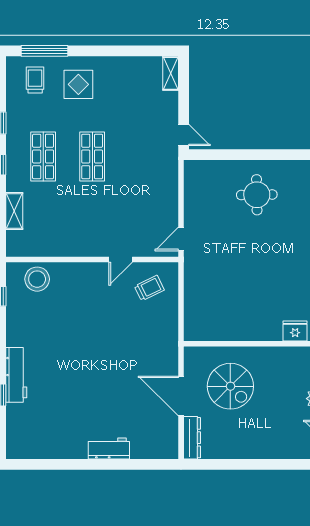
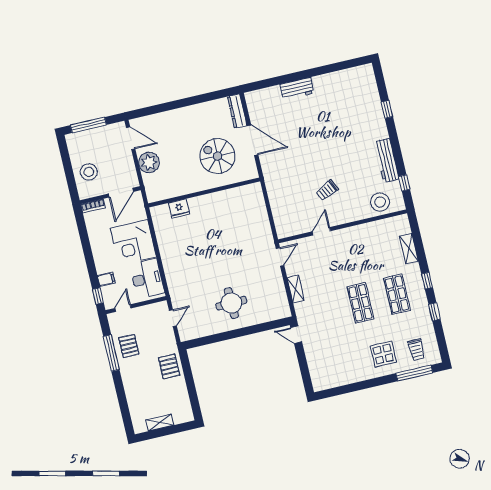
shelving: (171, 73) -> (296, 289), moved
trolley: (149, 288) -> (327, 190), moved
workbench: (16, 375) -> (387, 160), moved

